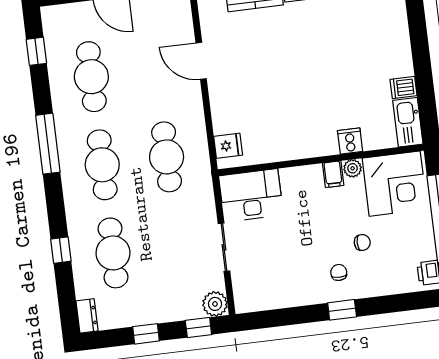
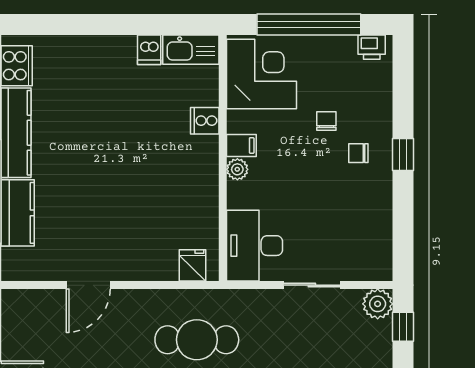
plant: (353, 168) -> (237, 169), moved

